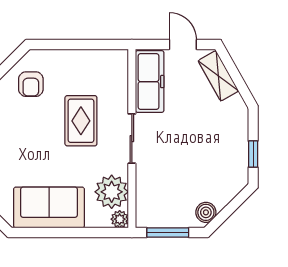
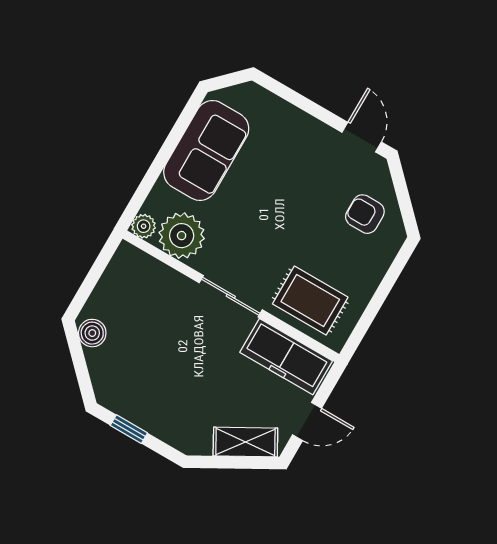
rug: (81, 121) -> (310, 301), moved
window: (168, 233) -> (95, 274), removed

